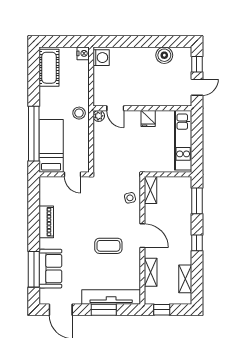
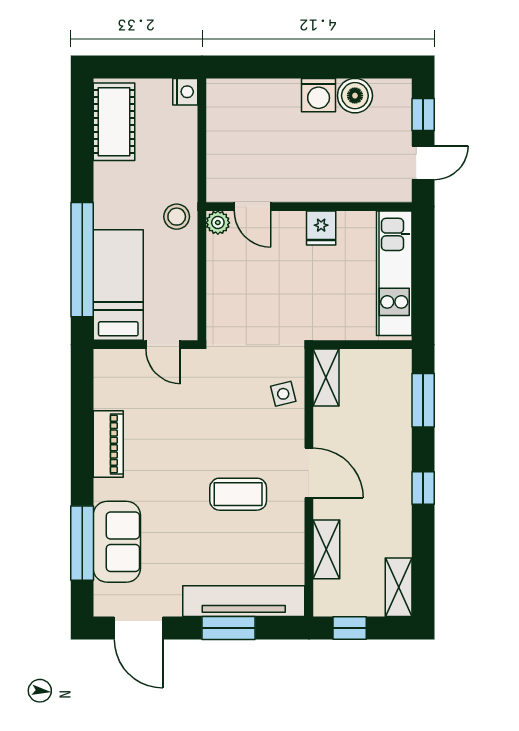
washing machine: (101, 58) -> (319, 95), moved, turned 90
shelving: (185, 279) -> (399, 587), moved

